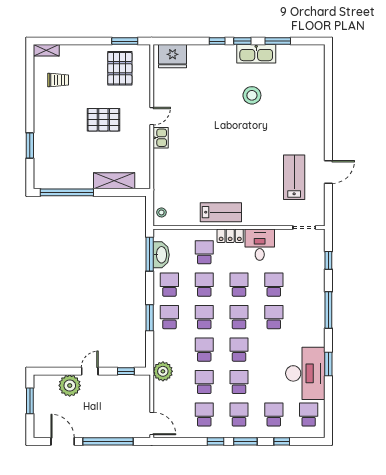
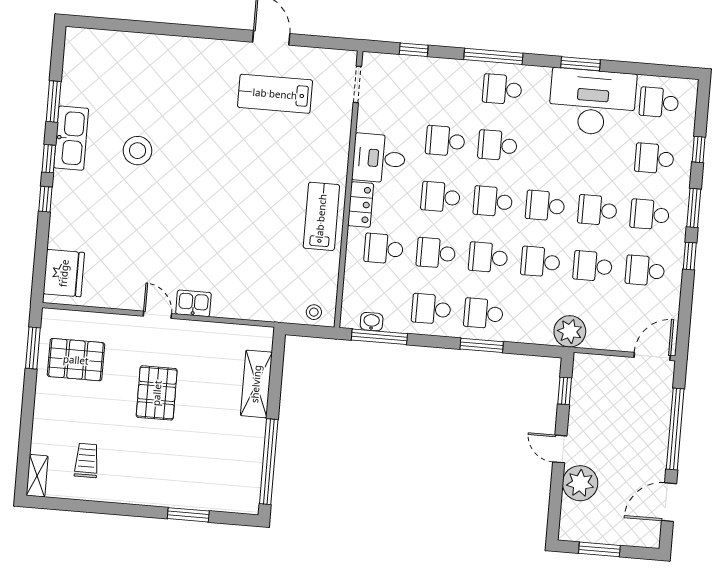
washbasin: (161, 255) -> (372, 322), width x0.52, depth x0.69
school desk: (309, 317) -> (502, 89), added

